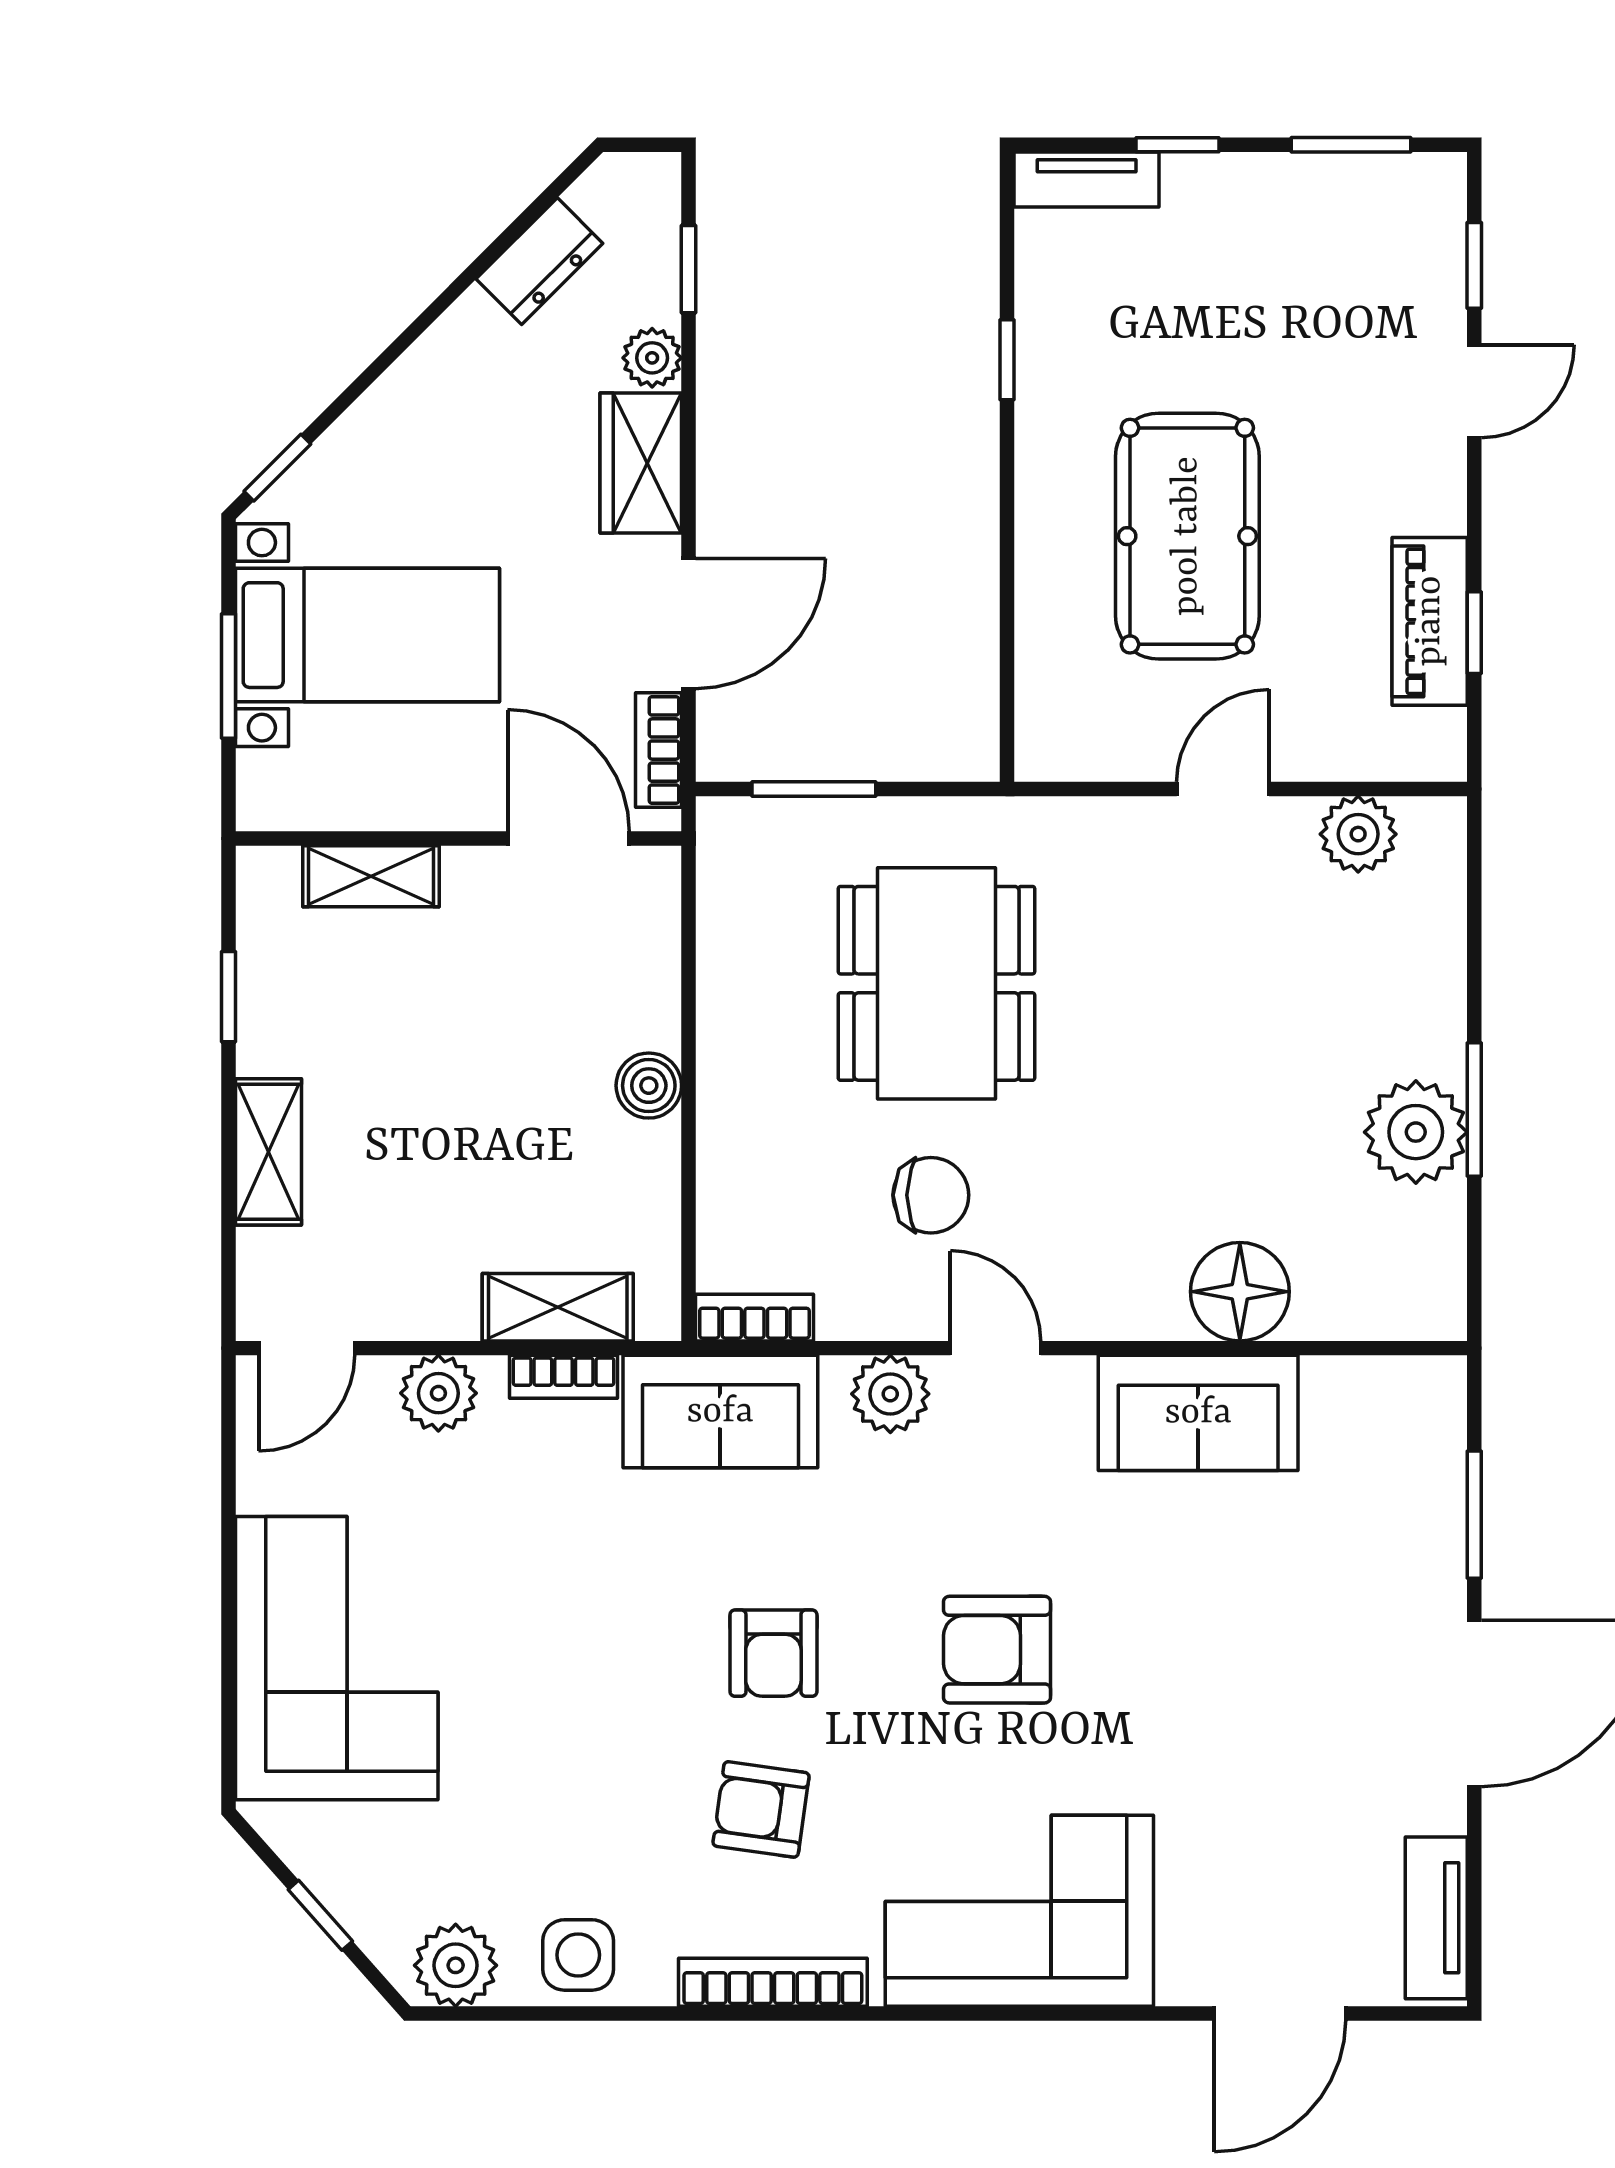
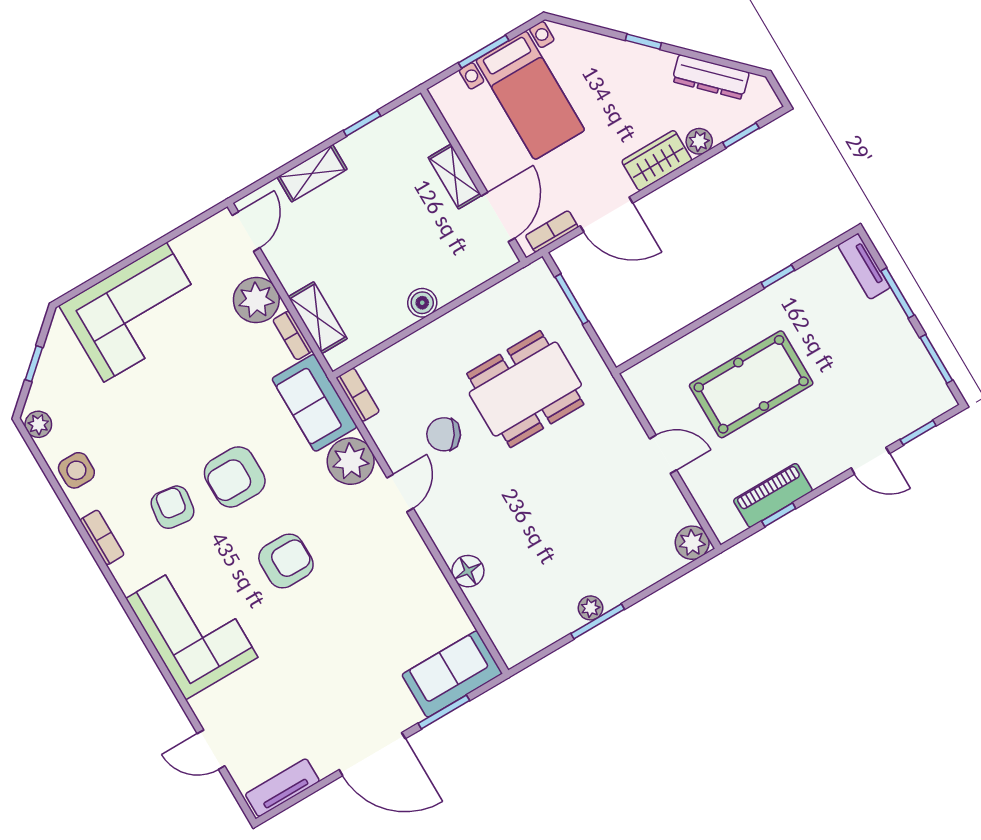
window: (1178, 145) -> (897, 293), width x1.50
dresser: (539, 261) -> (711, 77), width x1.44
window: (277, 468) -> (643, 42), moved
plant: (1358, 834) -> (692, 543), moved
shelving: (371, 876) -> (455, 176), moved
plant: (1416, 1132) -> (590, 608), width x0.53, depth x0.53
chair: (931, 1195) -> (444, 434), turned 123
floor lamp: (1240, 1292) -> (468, 571), width x0.73, depth x0.73
door: (307, 1348) -> (246, 232), swing flipped
plant: (438, 1393) -> (256, 300), width x1.36, depth x1.36
plant: (890, 1394) -> (351, 461), width x1.36, depth x1.36
sofa: (1198, 1413) -> (452, 674), moved, turned 90
armchair: (997, 1650) -> (286, 561), turned 90
armchair: (773, 1653) -> (235, 477), width x1.38, depth x1.38
plant: (456, 1965) -> (38, 424), width x0.73, depth x0.73
bookcase: (773, 1982) -> (102, 537), width x0.64
door: (1280, 2014) -> (211, 750), width x0.73

